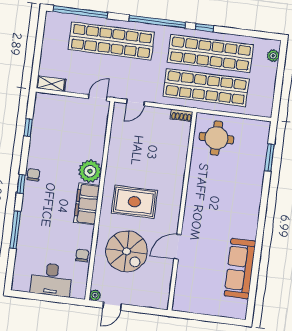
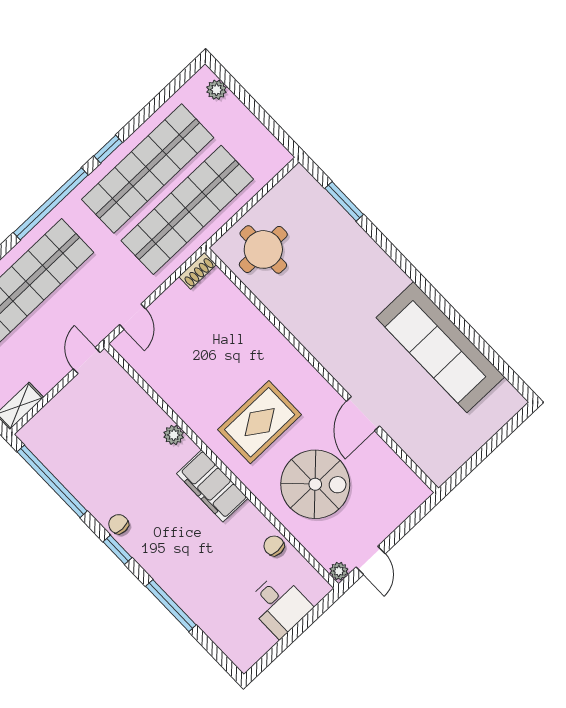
window: (28, 128) -> (52, 481), width x3.17
plant: (90, 171) -> (174, 435), width x0.53, depth x0.53
sofa: (240, 269) -> (440, 347), width x1.36, depth x1.27
desk: (51, 280) -> (279, 605), width x0.73

